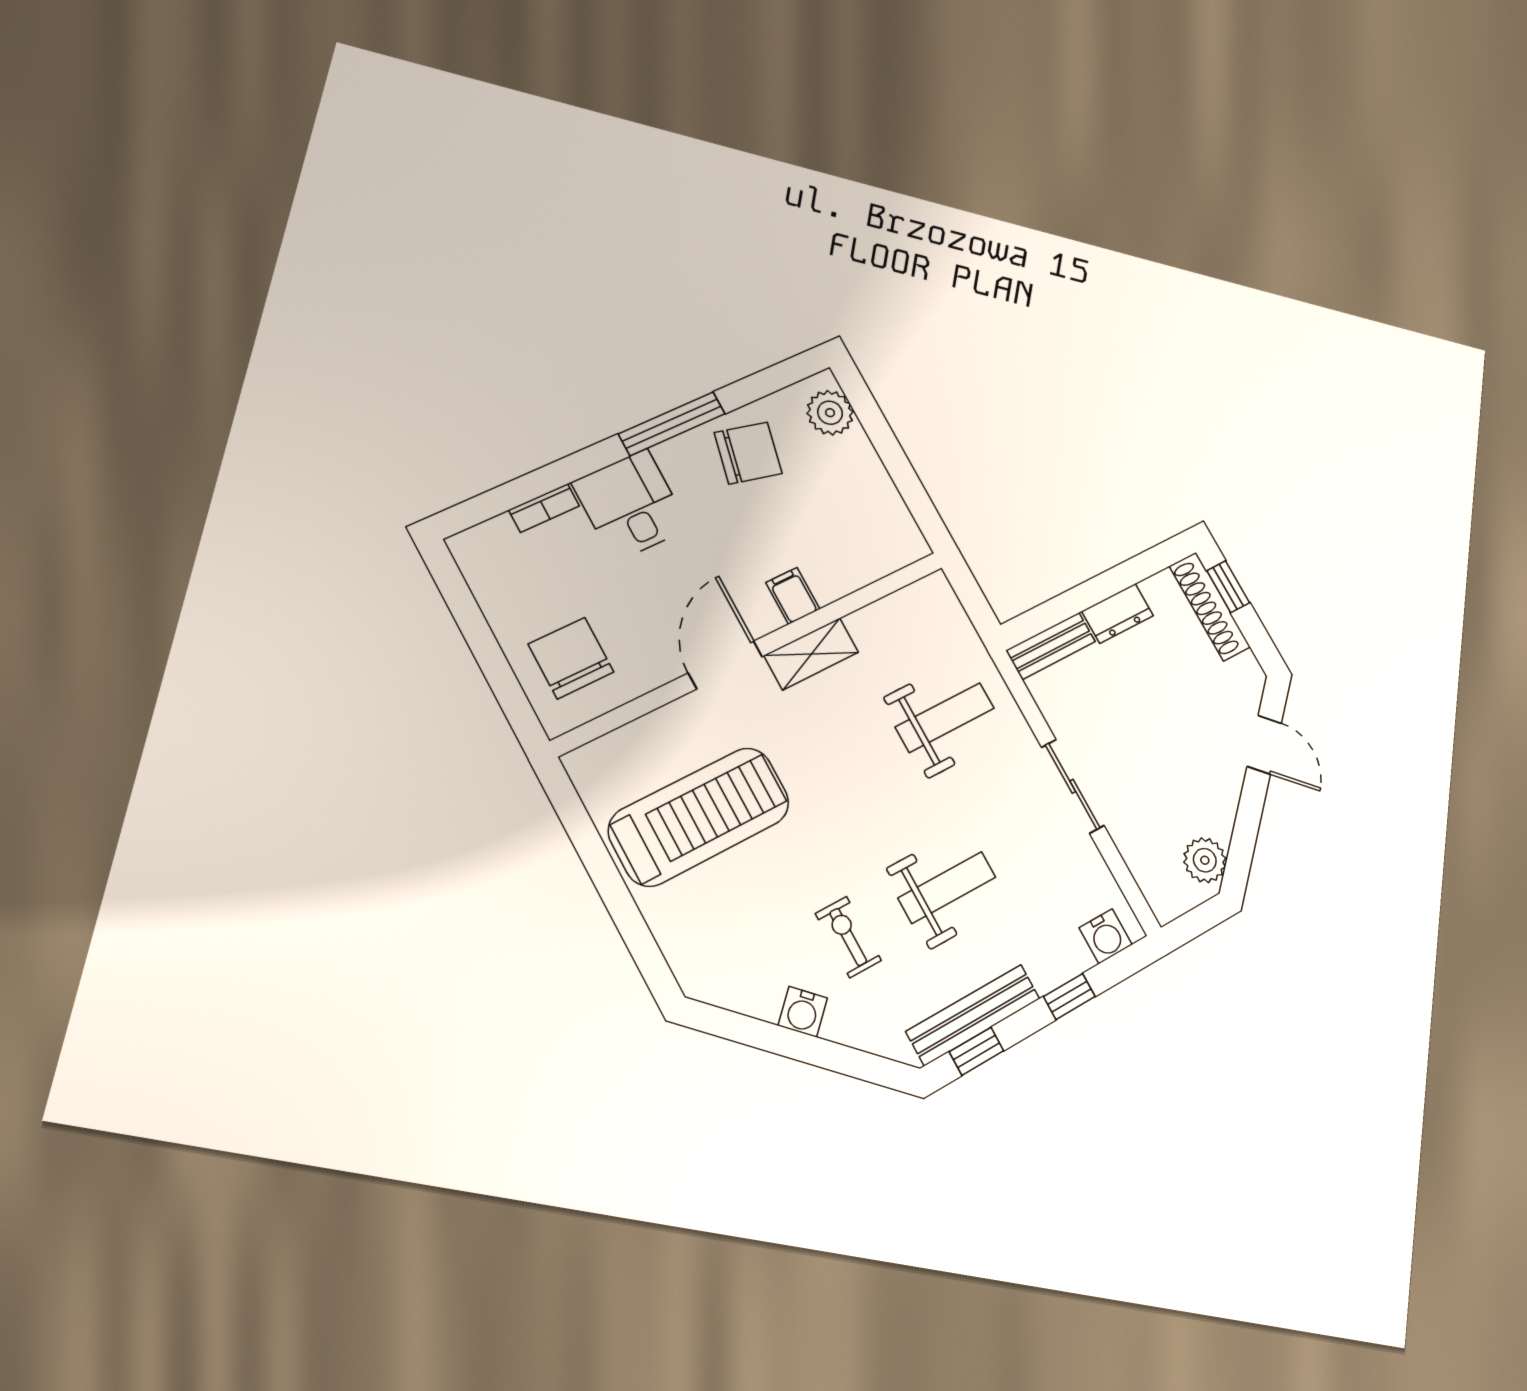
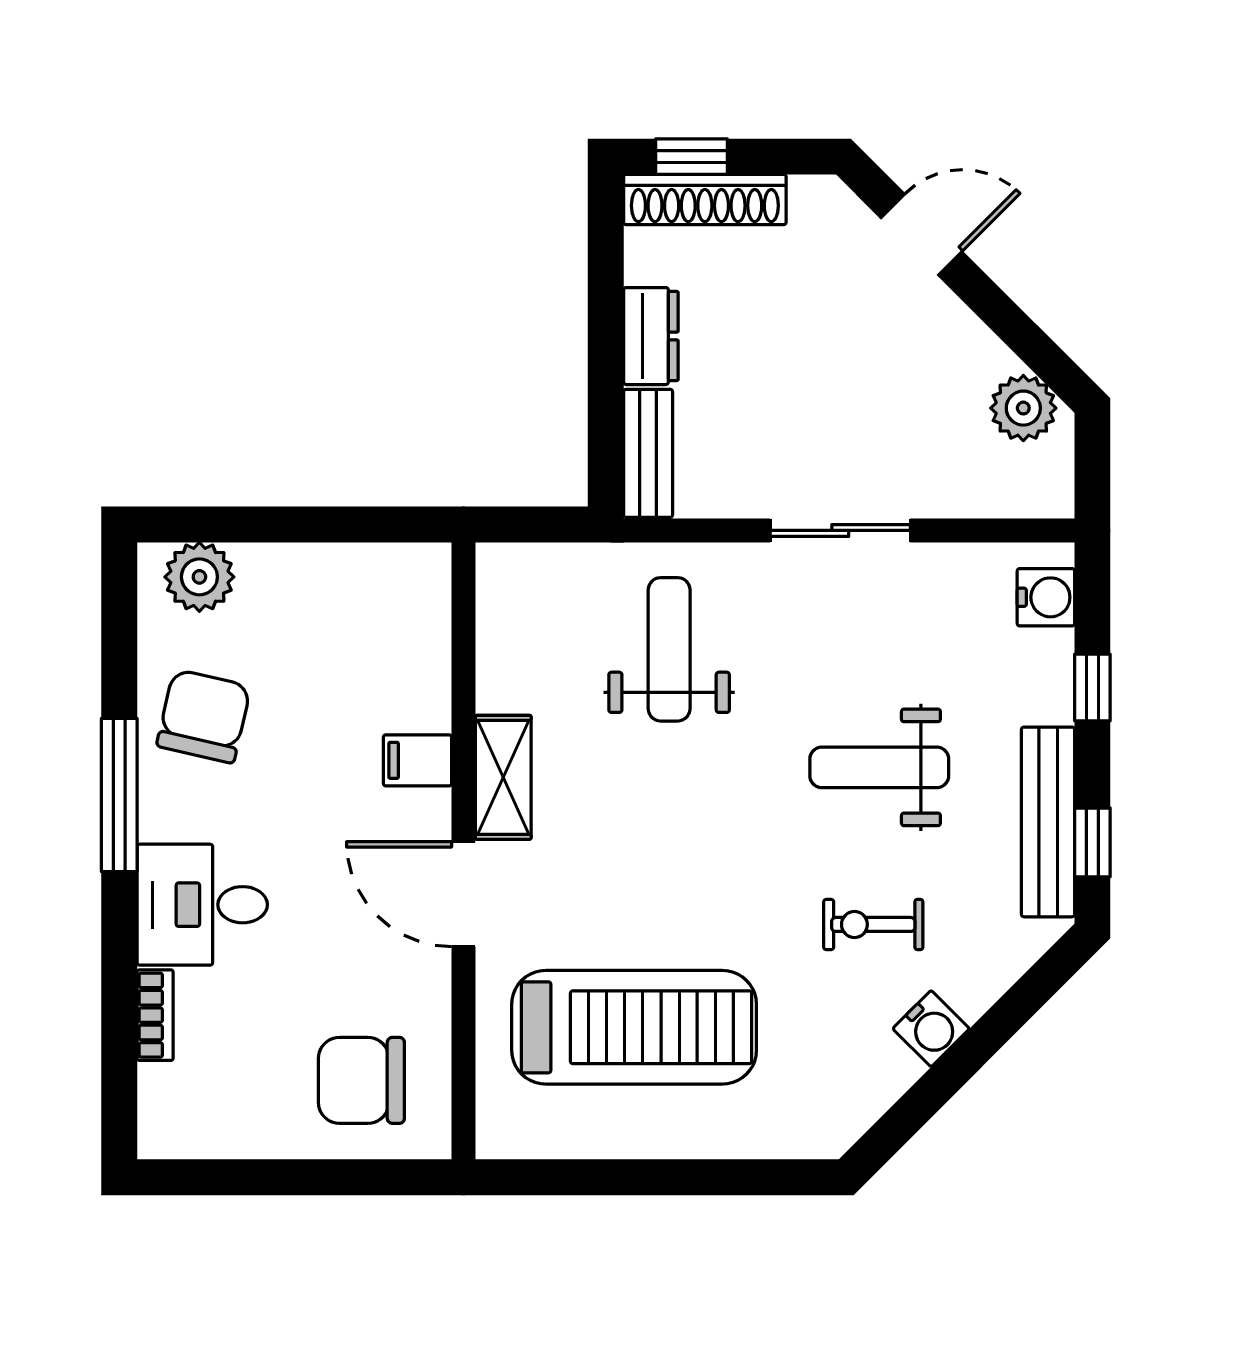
treadmill: (699, 816) -> (634, 1027), turned 90
weight bench: (947, 887) -> (879, 767), turned -90

